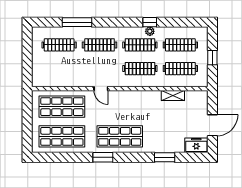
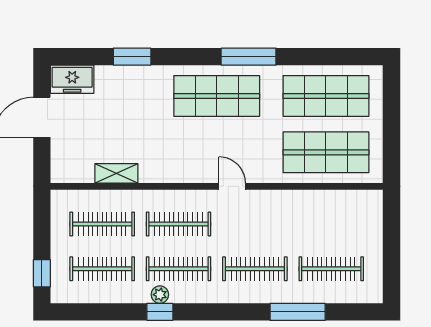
window: (212, 58) -> (42, 273), moved
door: (101, 89) -> (232, 186), moved
window: (103, 157) -> (249, 57), width x1.44

